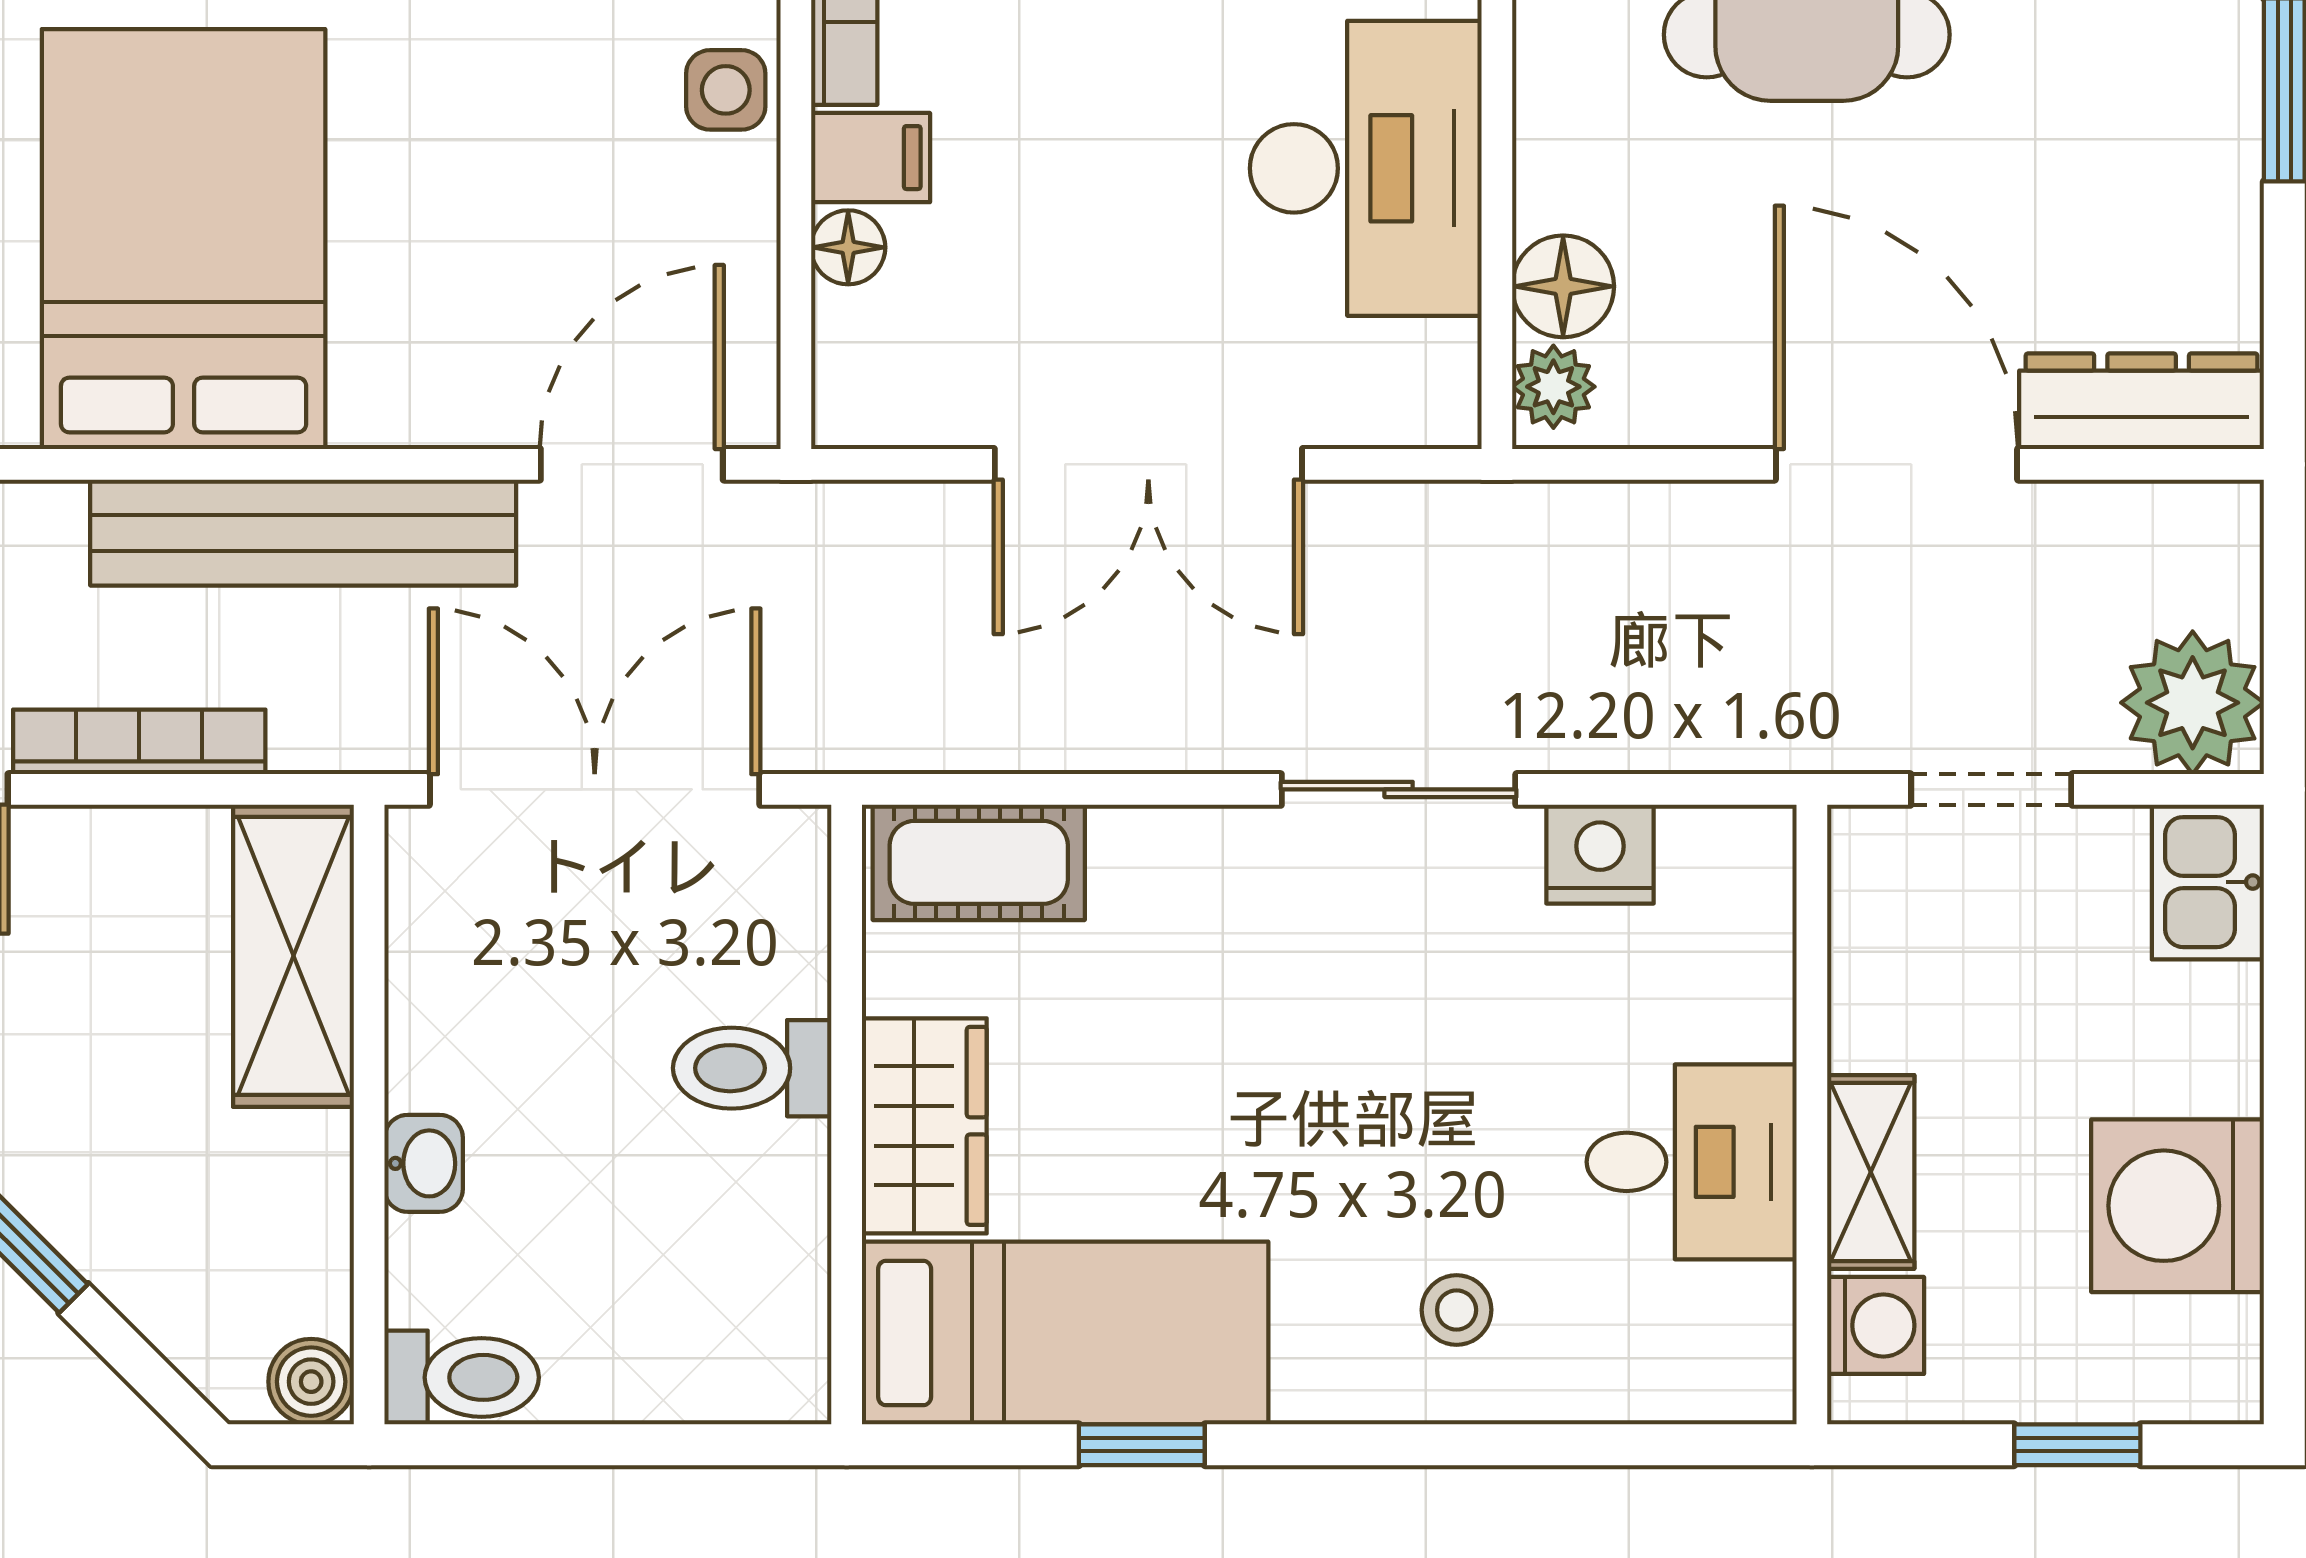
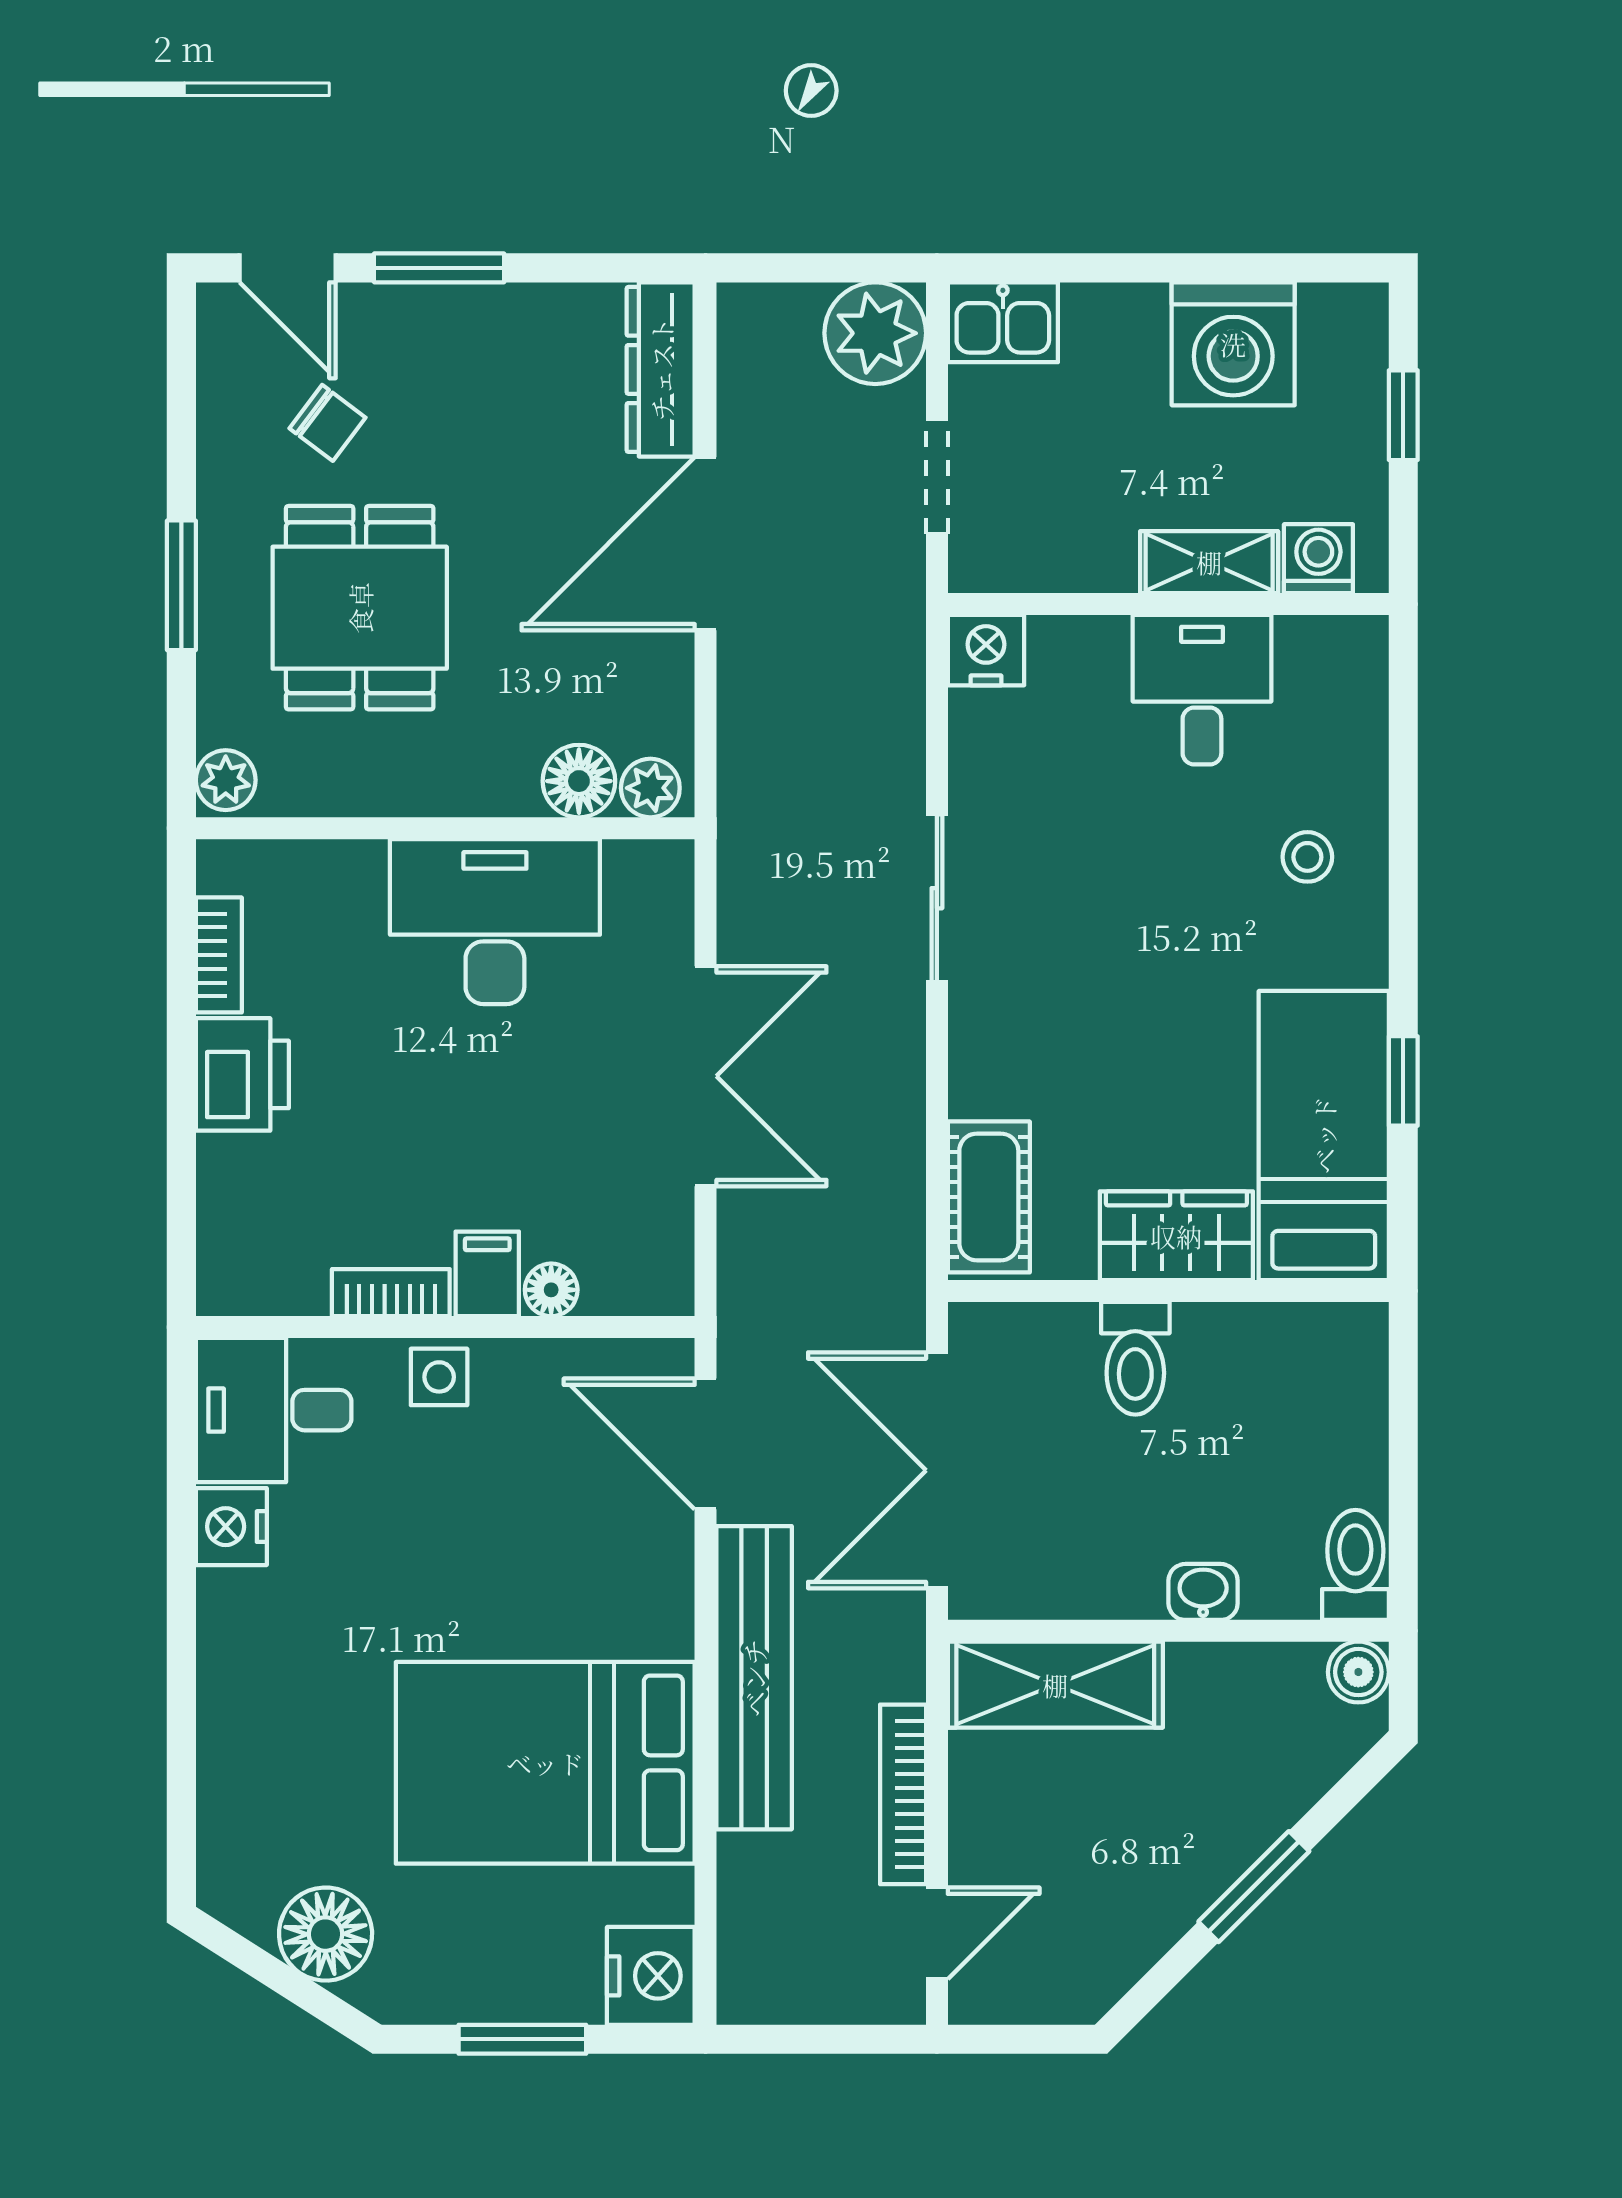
nightstand: (1600, 854) -> (986, 650), moved, turned 90

